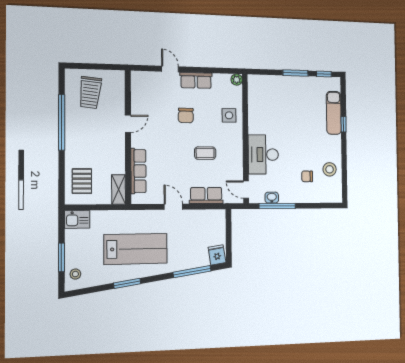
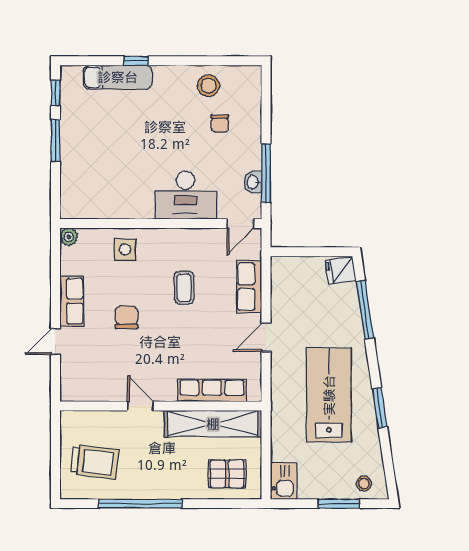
chair: (186, 115) -> (126, 318), turned -91
shelving: (118, 189) -> (213, 424), width x2.20, depth x1.33

